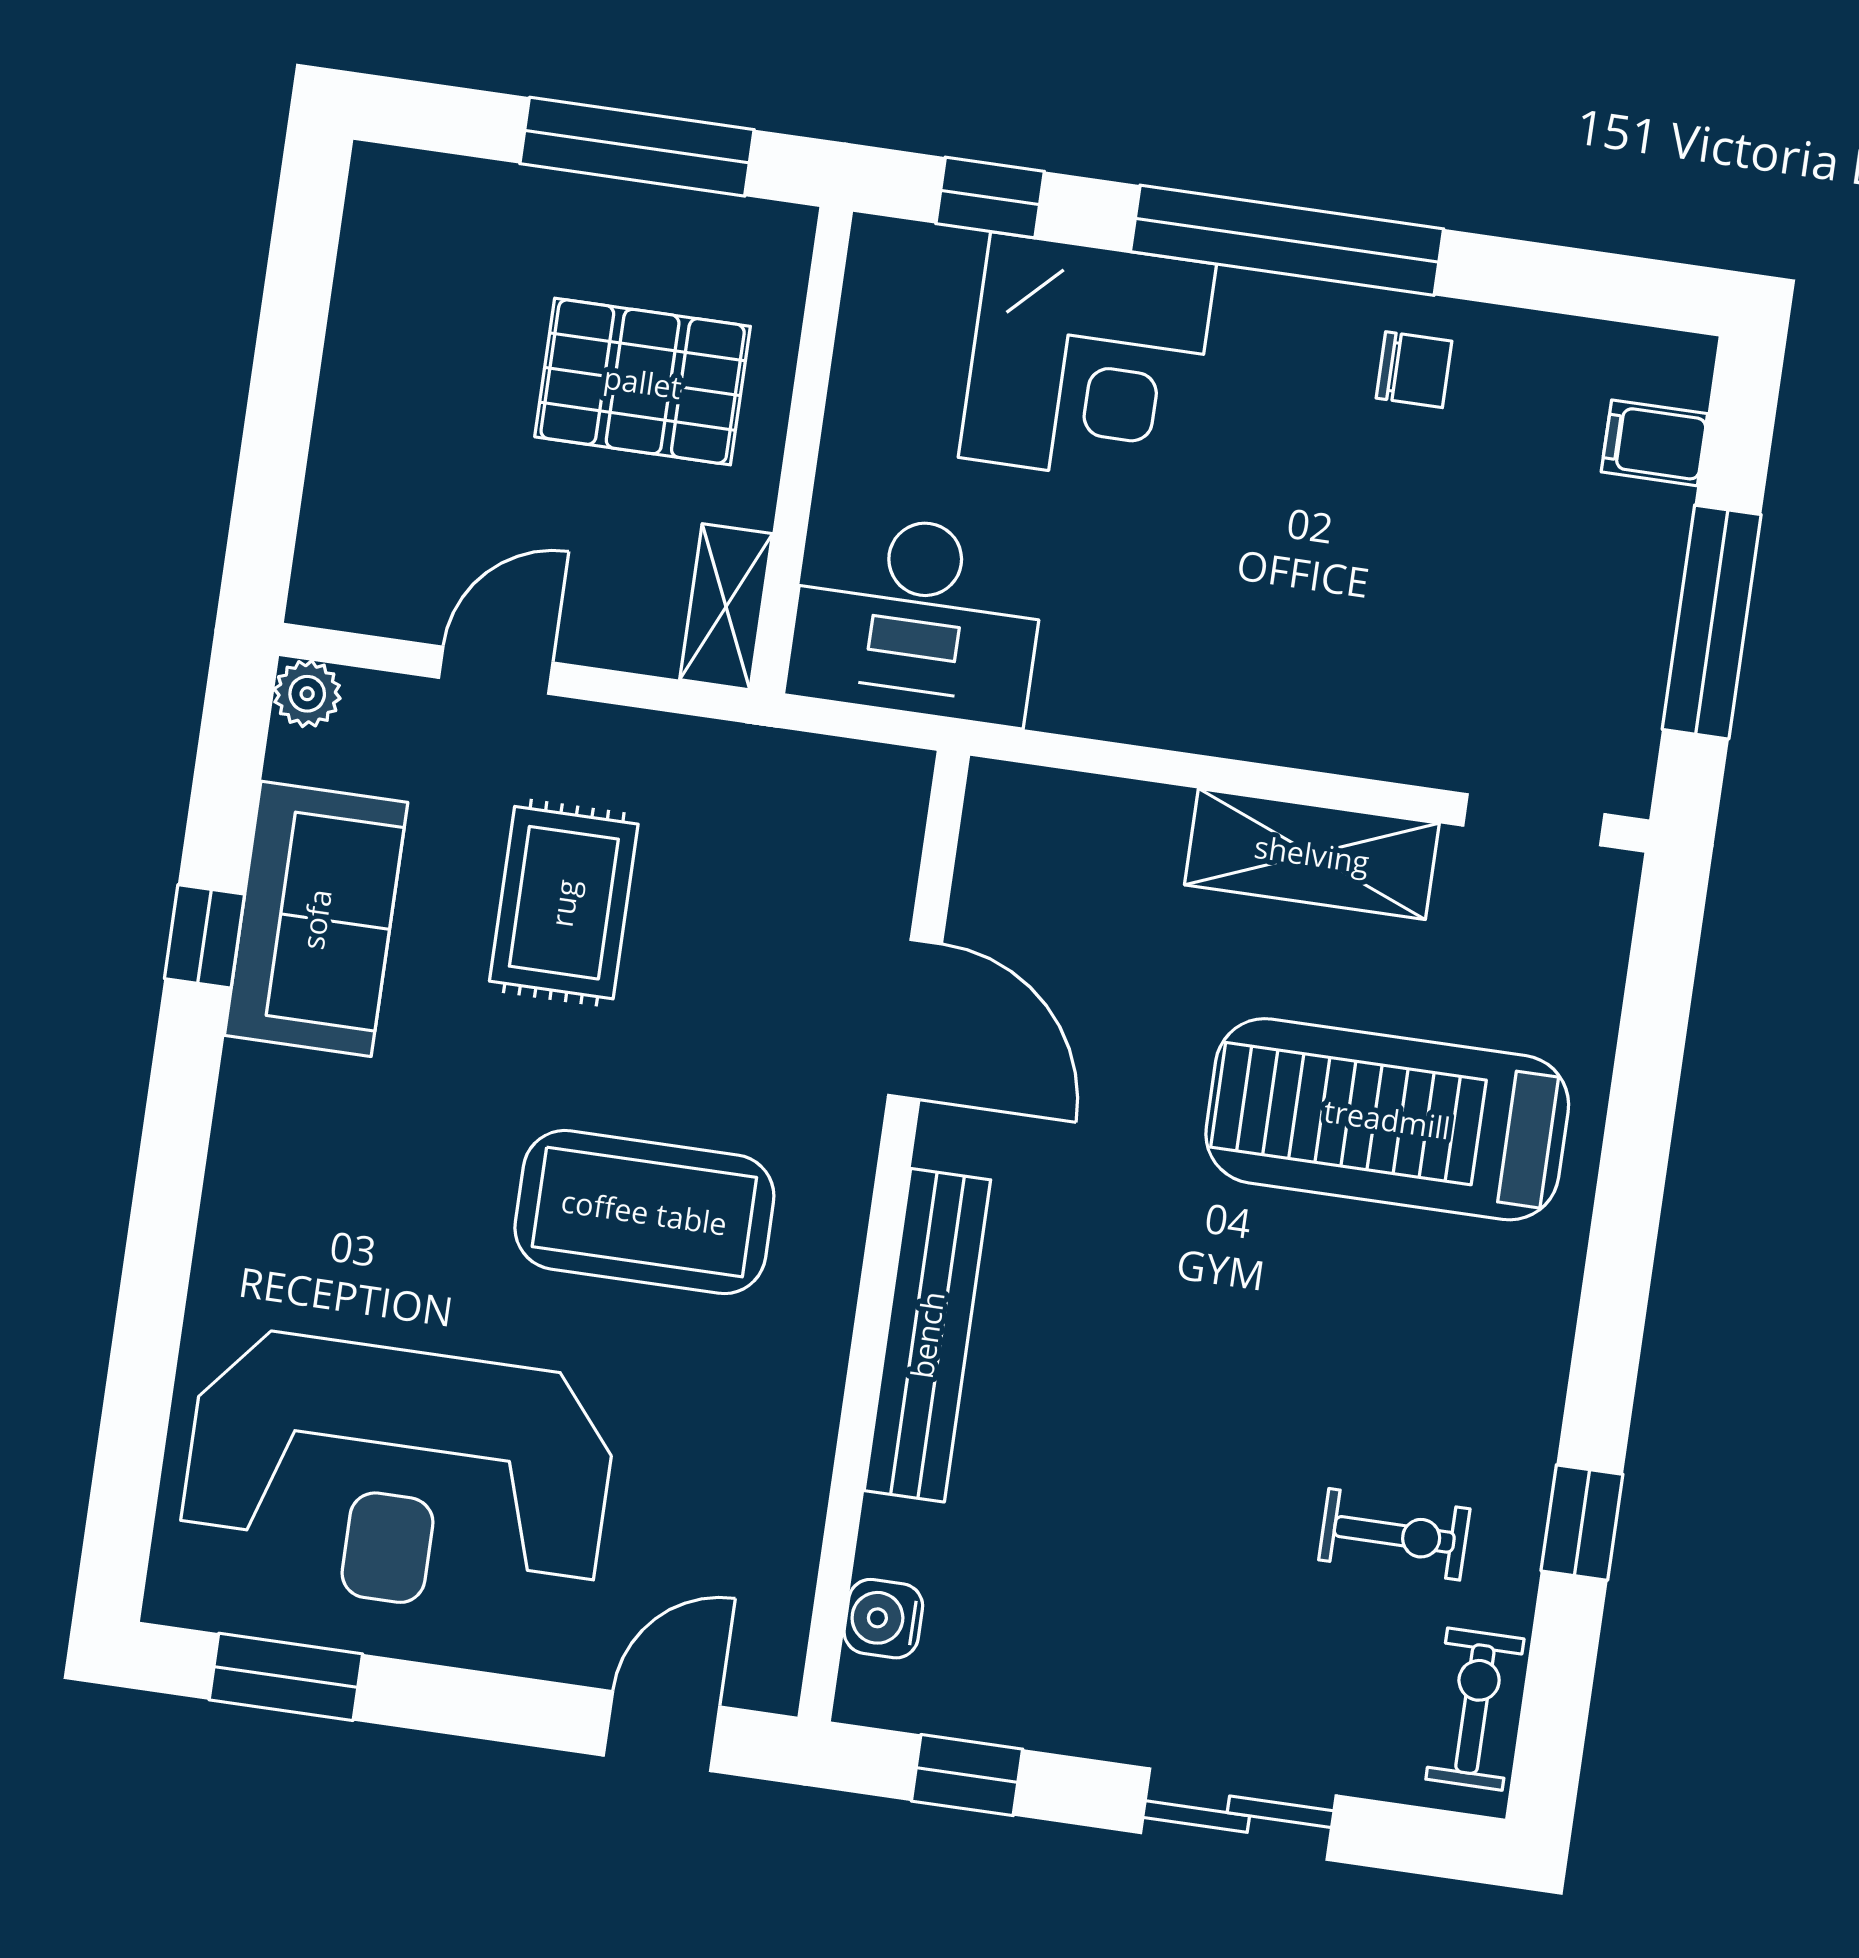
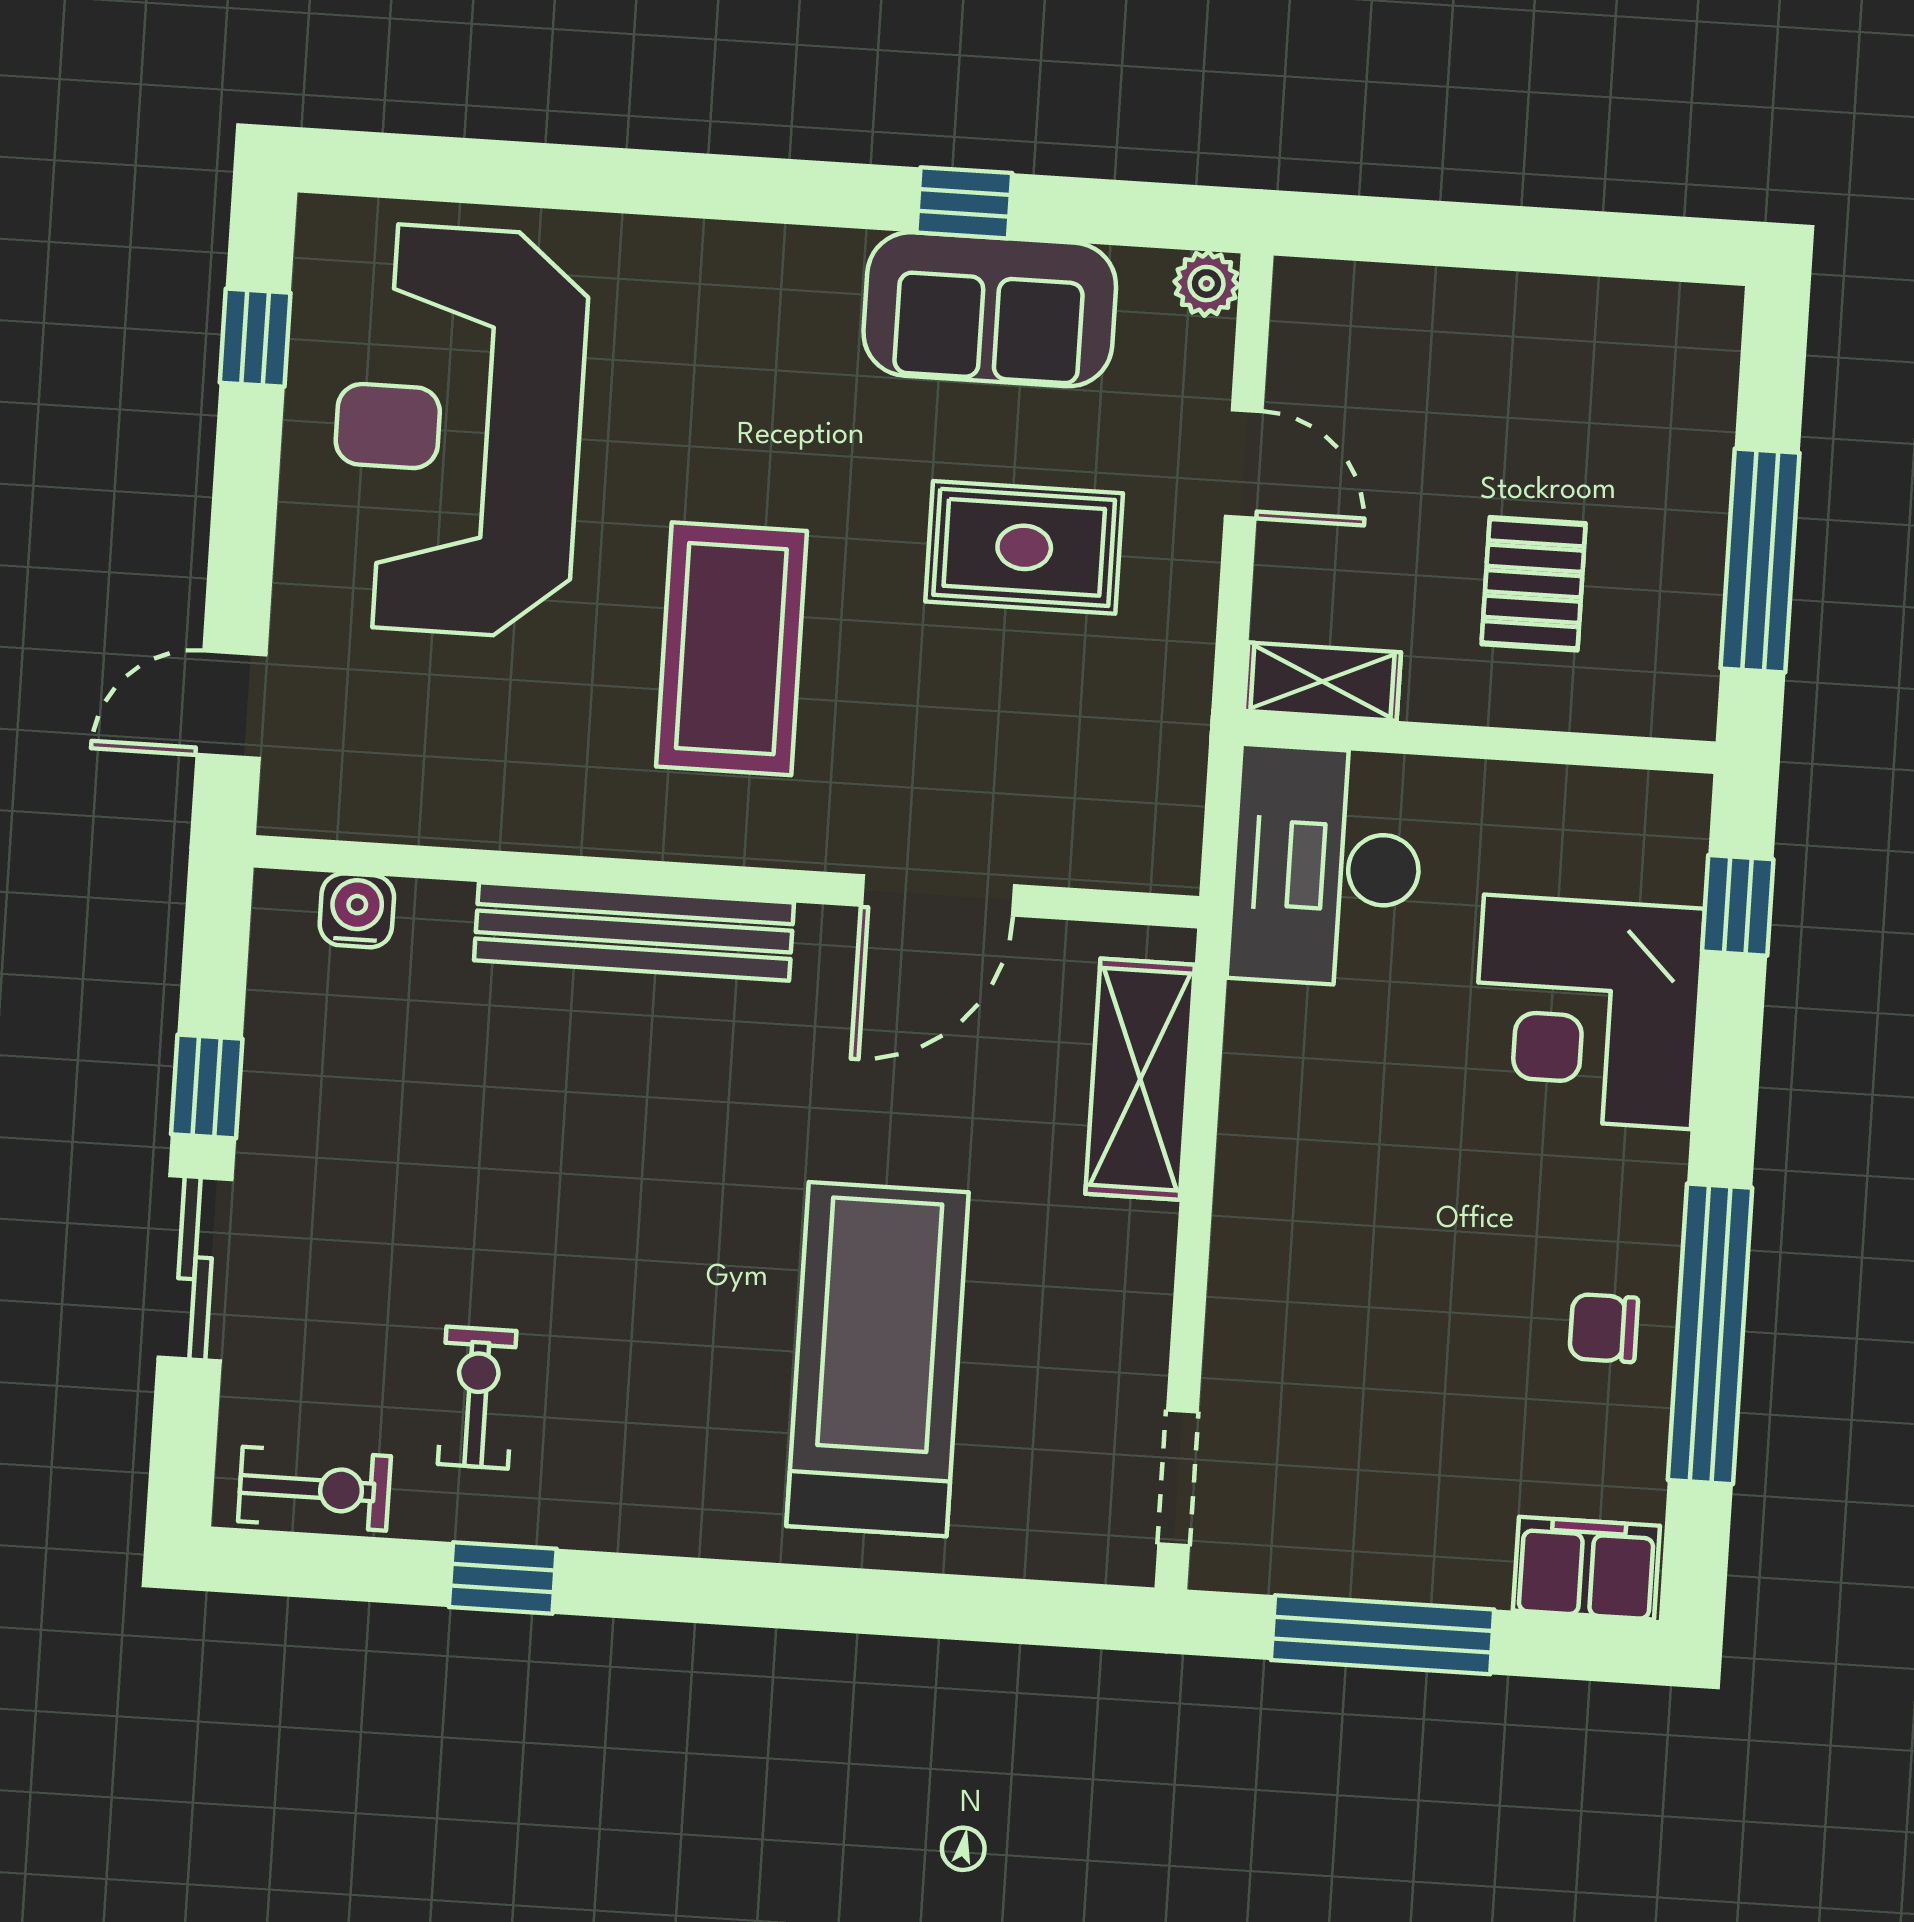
window: (1287, 240) -> (1710, 1334), moved
chair: (1414, 370) -> (1604, 1328), turned 90
pallet: (643, 382) -> (1534, 584), width x0.67, depth x0.71
filing cabinet: (1654, 443) -> (1586, 1568), width x2.00
shelving: (1312, 854) -> (1140, 1079), moved
exercise bike: (1394, 1534) -> (477, 1398), turned 180
window: (286, 1677) -> (255, 338), width x0.67
door: (662, 1731) -> (231, 705), swing flipped
window: (967, 1775) -> (207, 1087), moved

